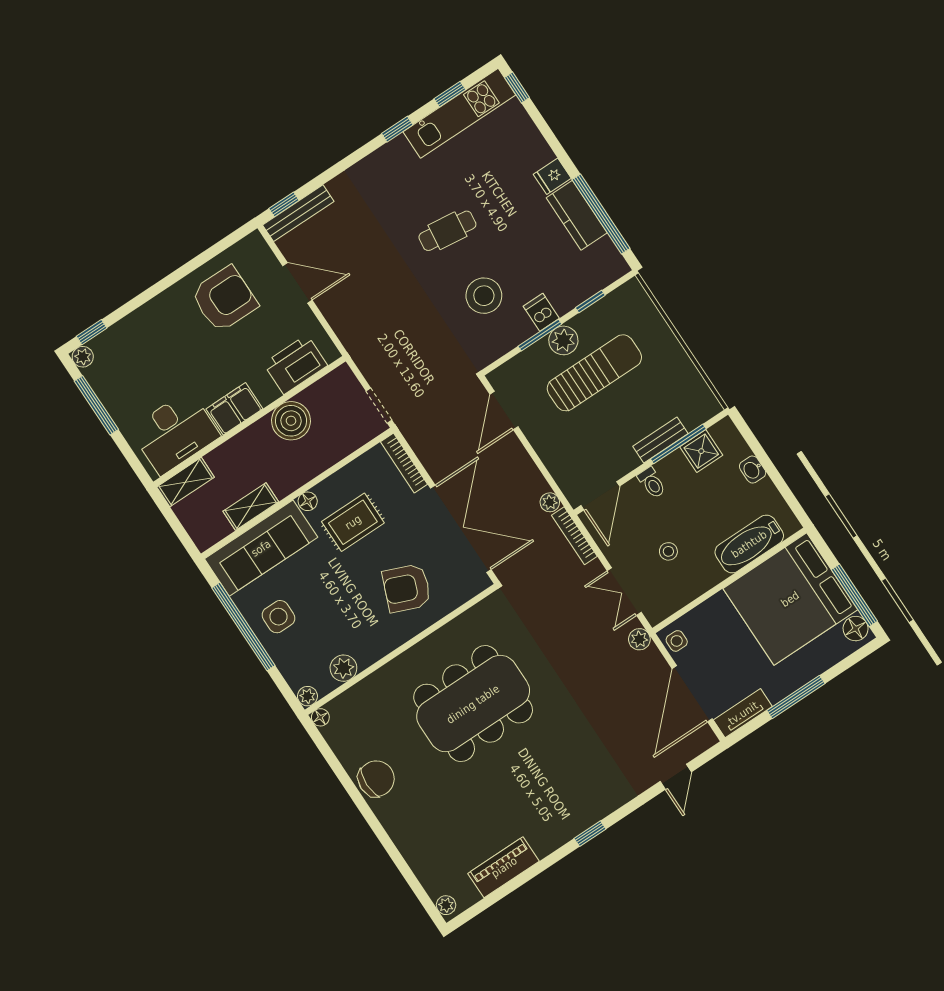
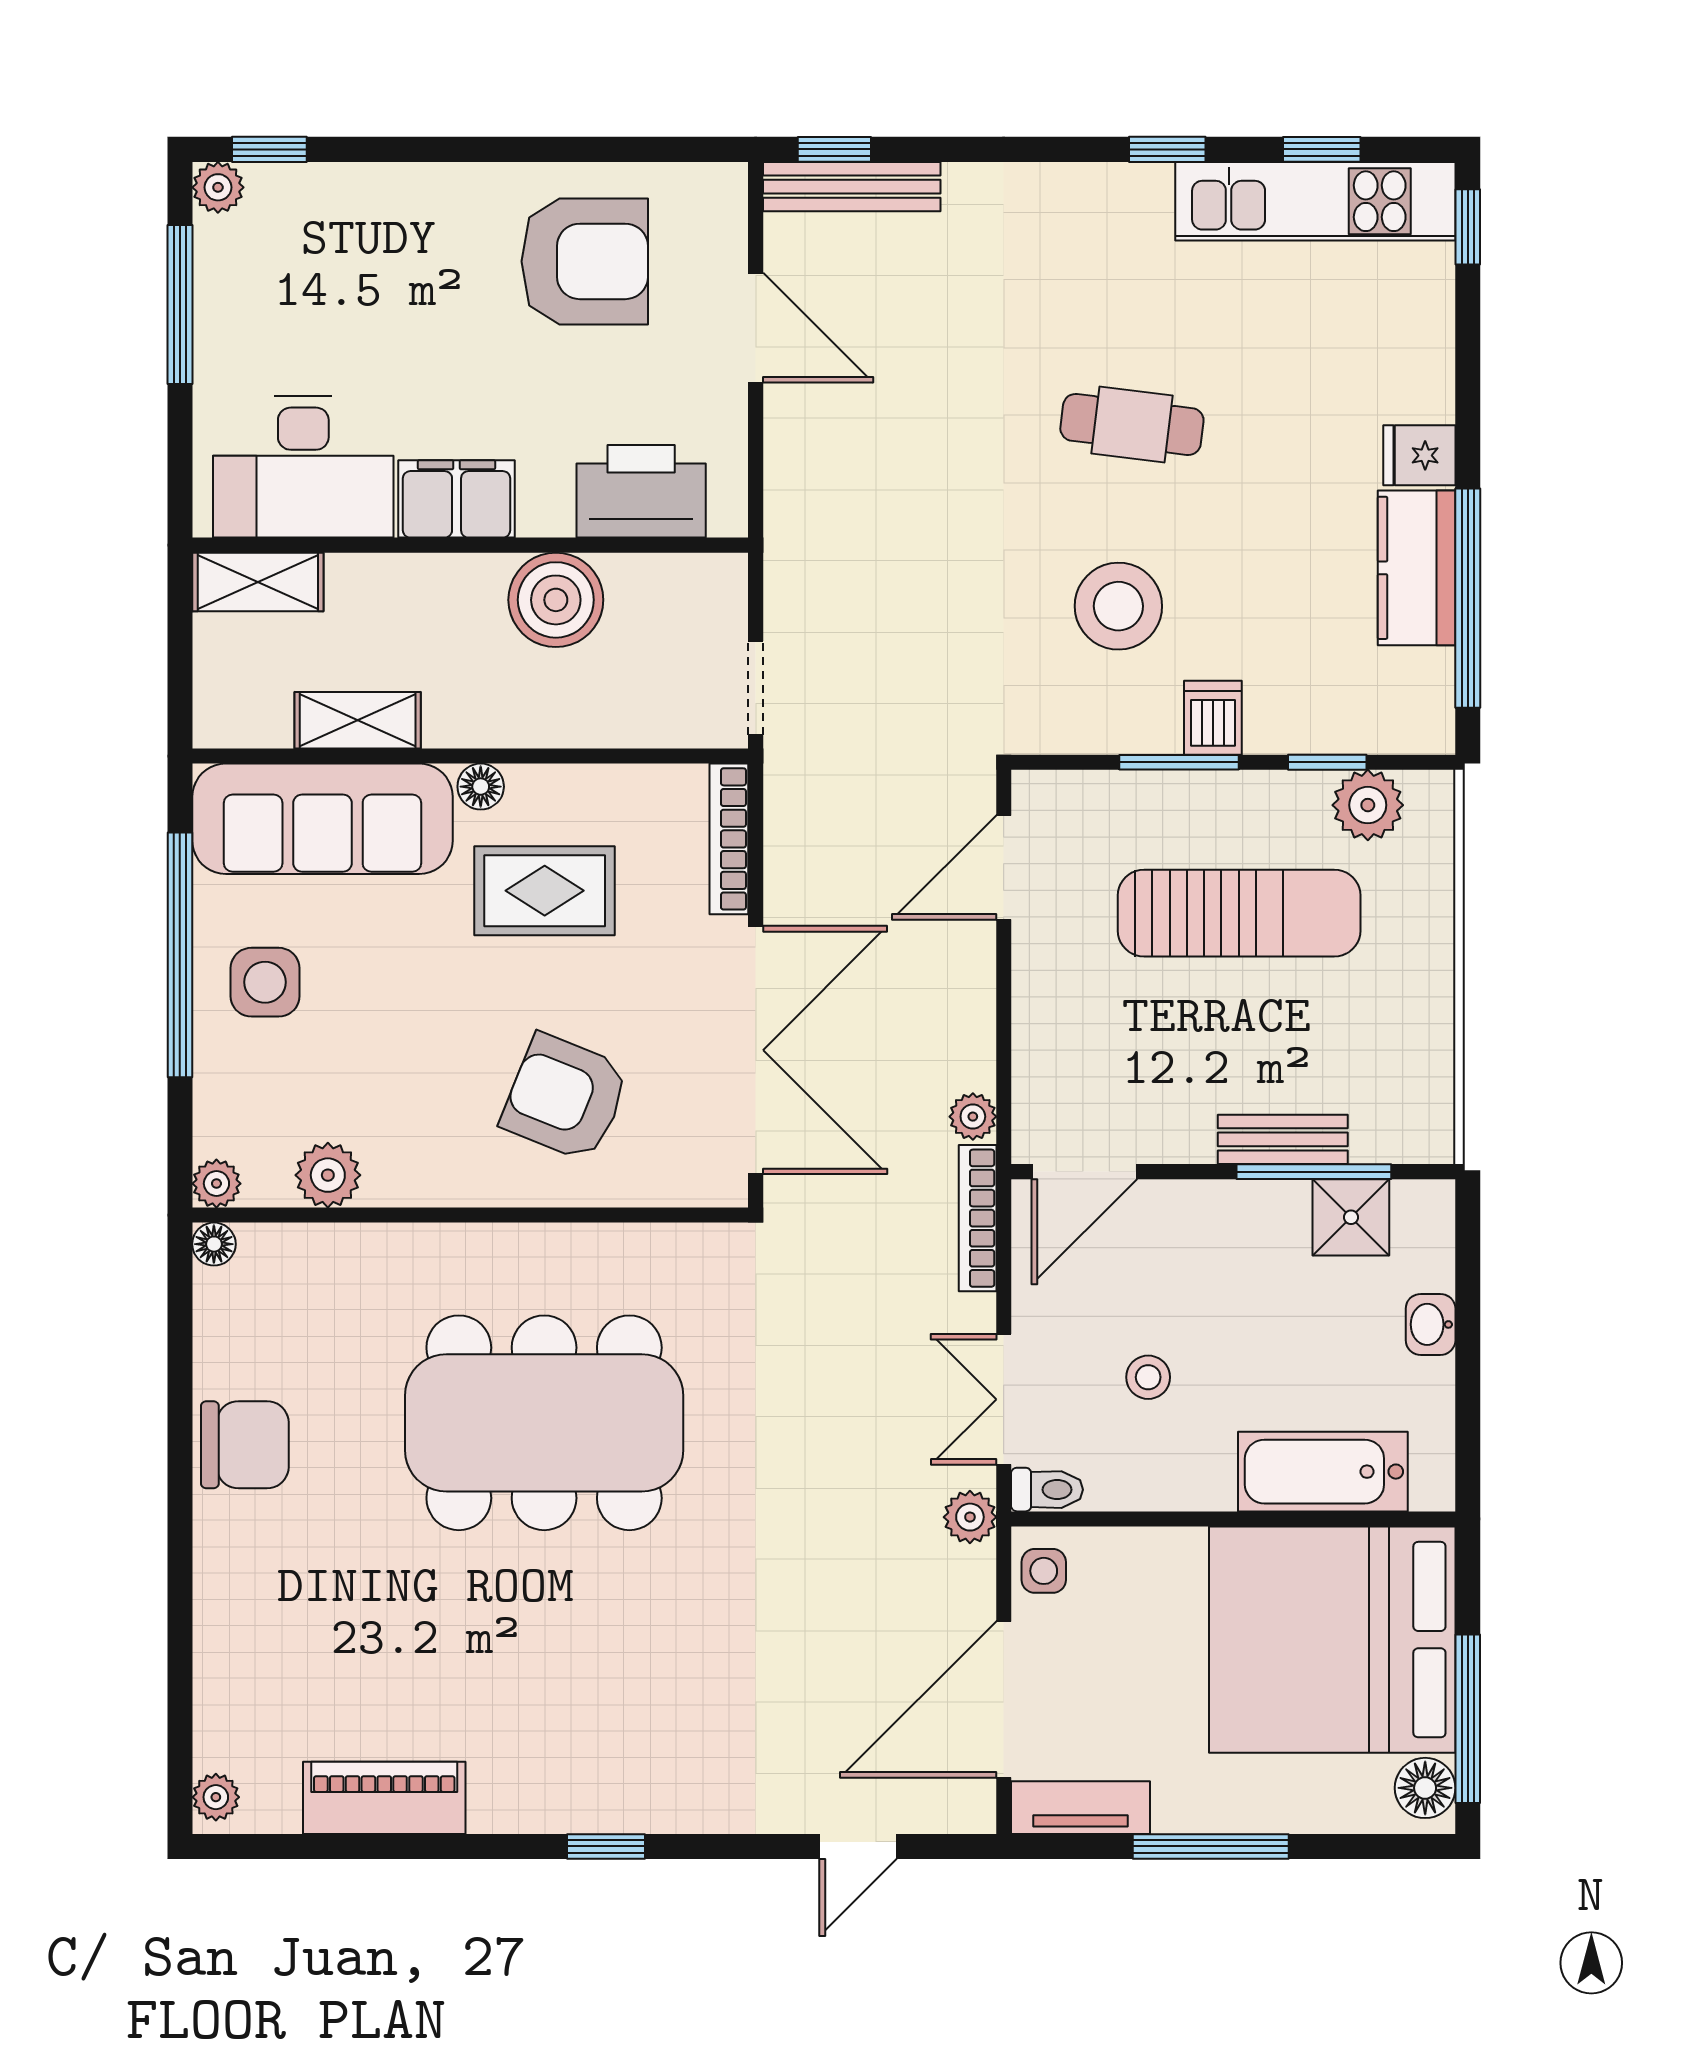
plant: (563, 340) -> (1368, 805), moved
toilet: (652, 483) -> (1047, 1490), moved, turned -90

